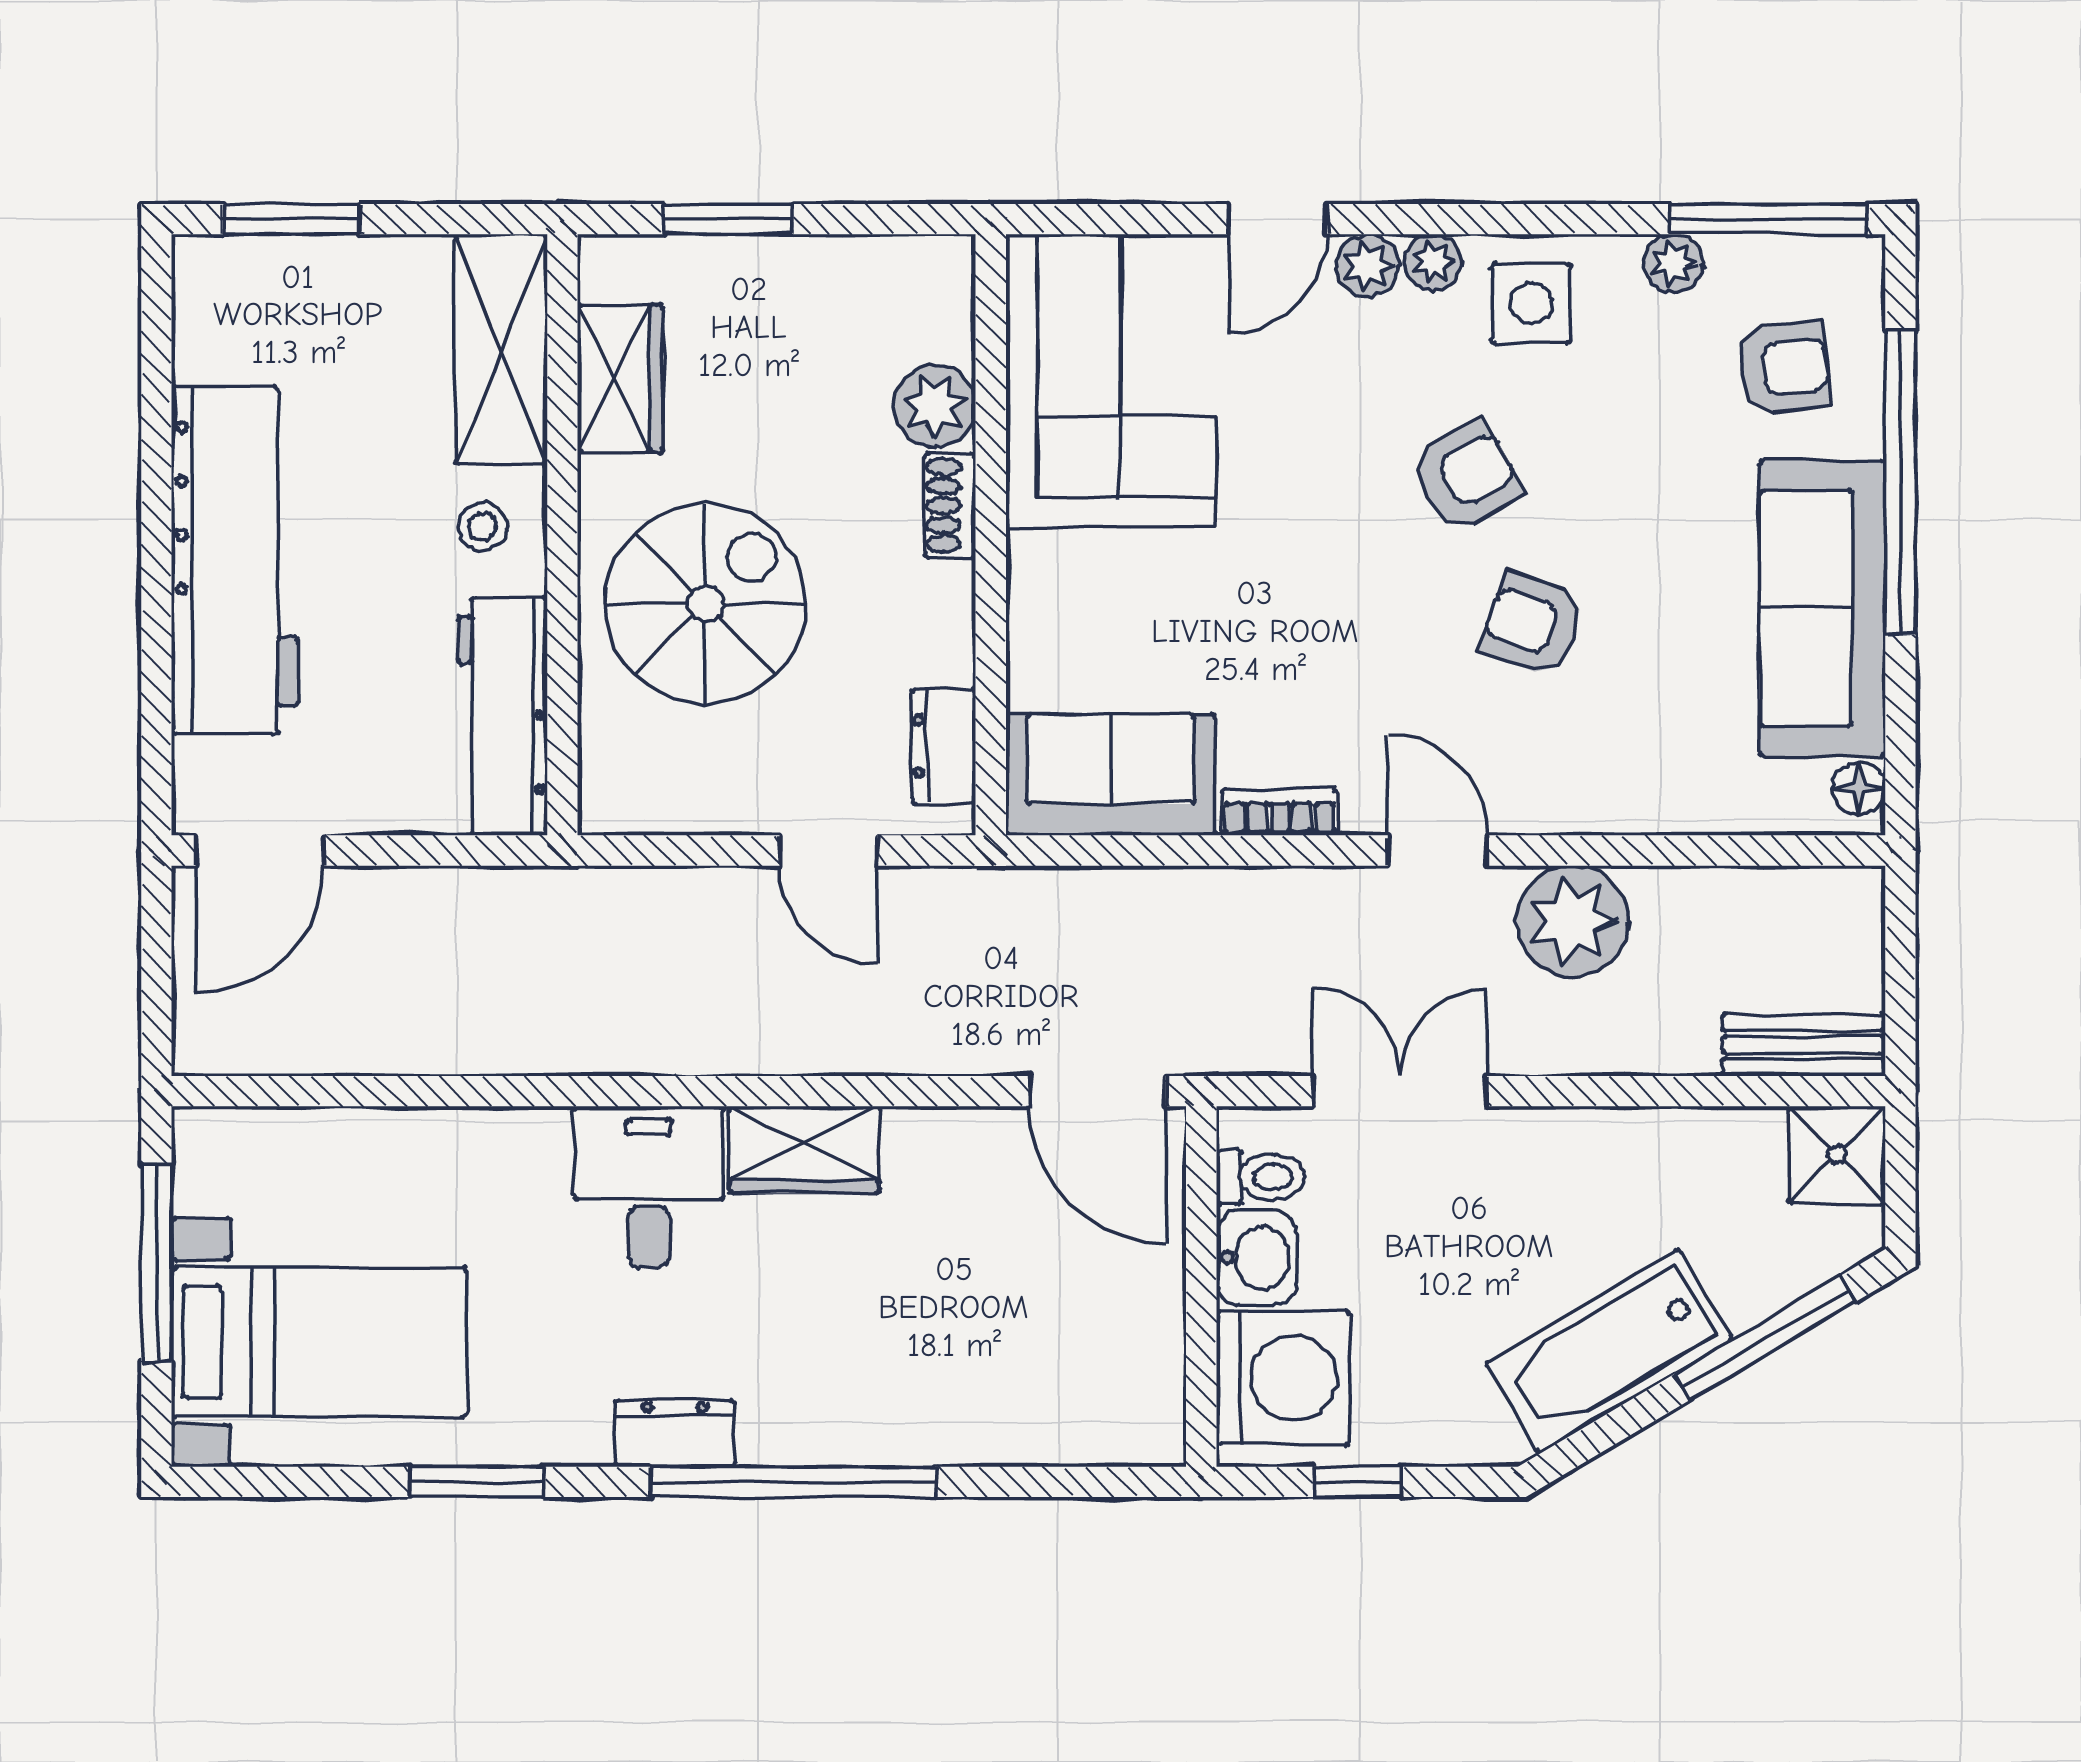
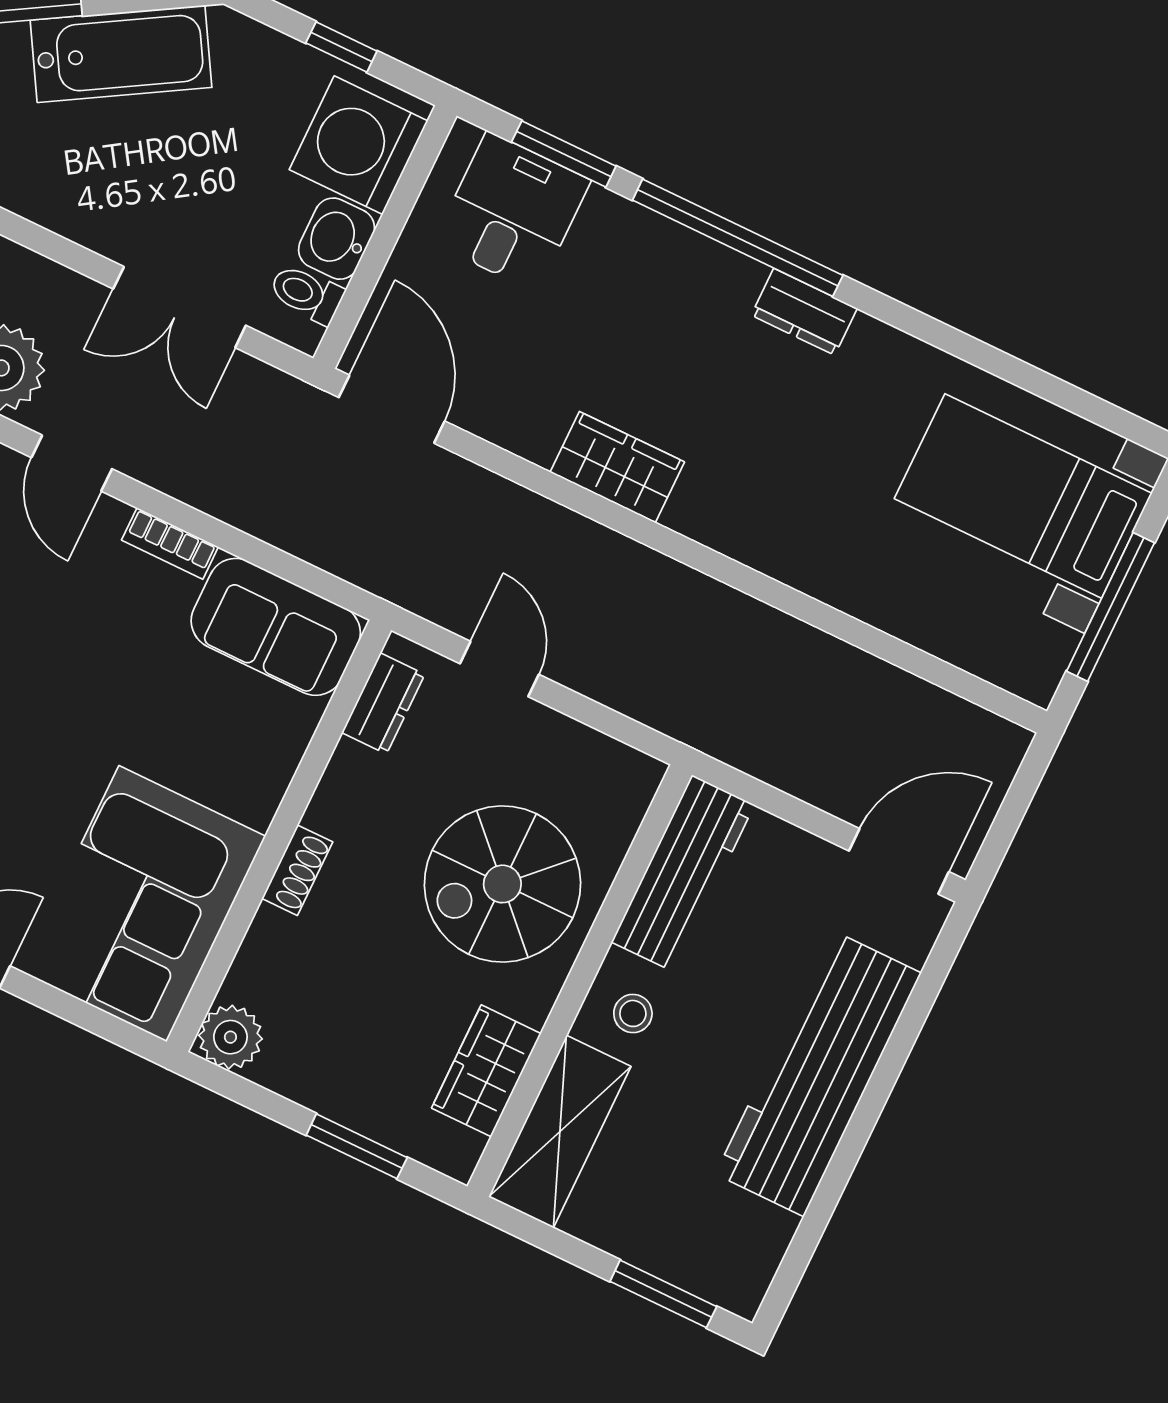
plant: (935, 406) -> (230, 1037), moved
desk: (649, 1187) -> (512, 212), moved, turned 180
window: (477, 1482) -> (564, 154), moved

